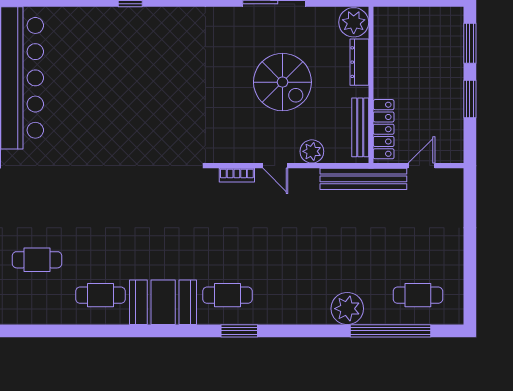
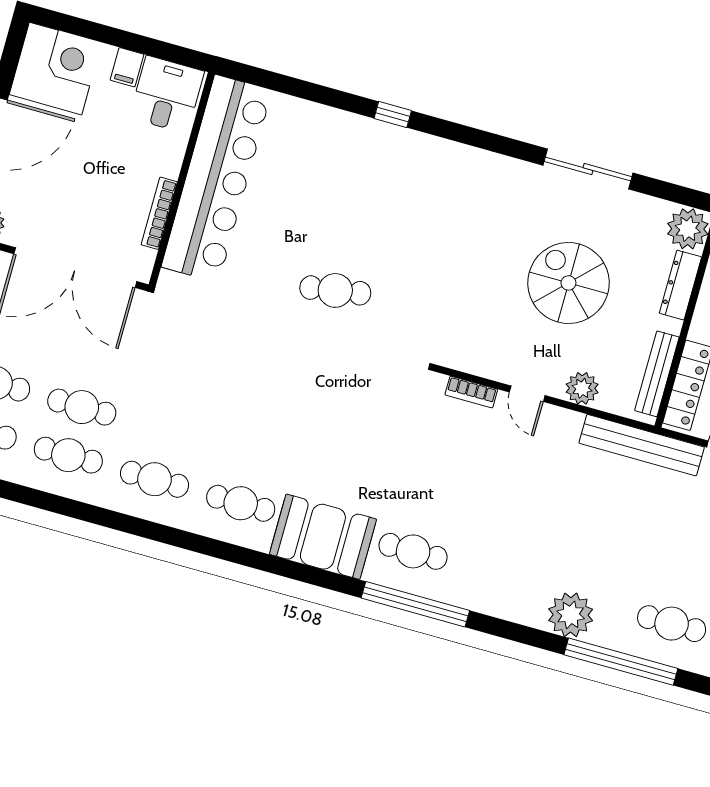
spiral stairs: (282, 82) -> (568, 283), turned 180
cafe table: (125, 132) -> (335, 290), added
cafe table: (37, 260) -> (154, 479), moved
window: (239, 331) -> (415, 604), width x2.11

